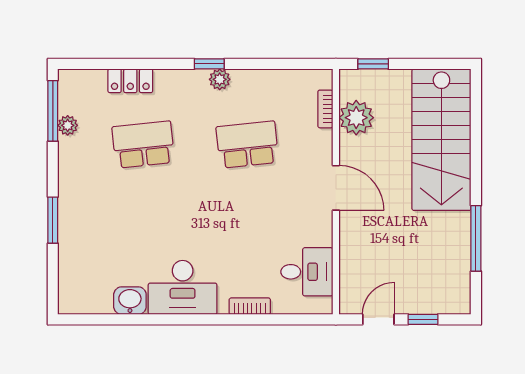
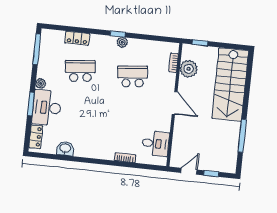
plant: (68, 125) -> (41, 83), moved
locker: (69, 283) -> (36, 137), added
desk: (183, 287) -> (47, 108), moved, turned 90

